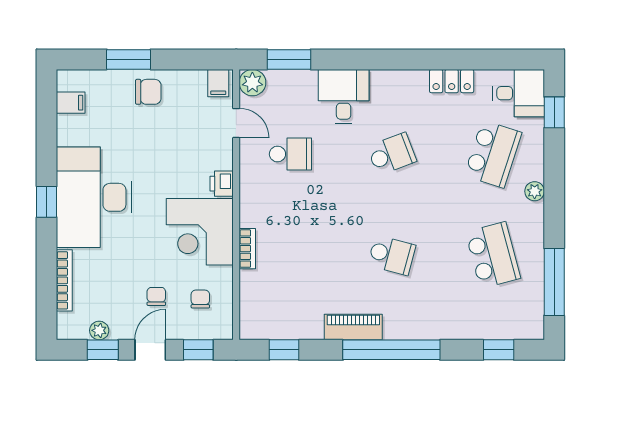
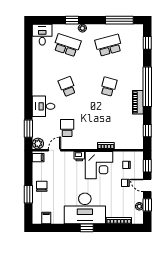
locker: (452, 81) -> (37, 62), removed
window: (554, 112) -> (72, 20), moved

